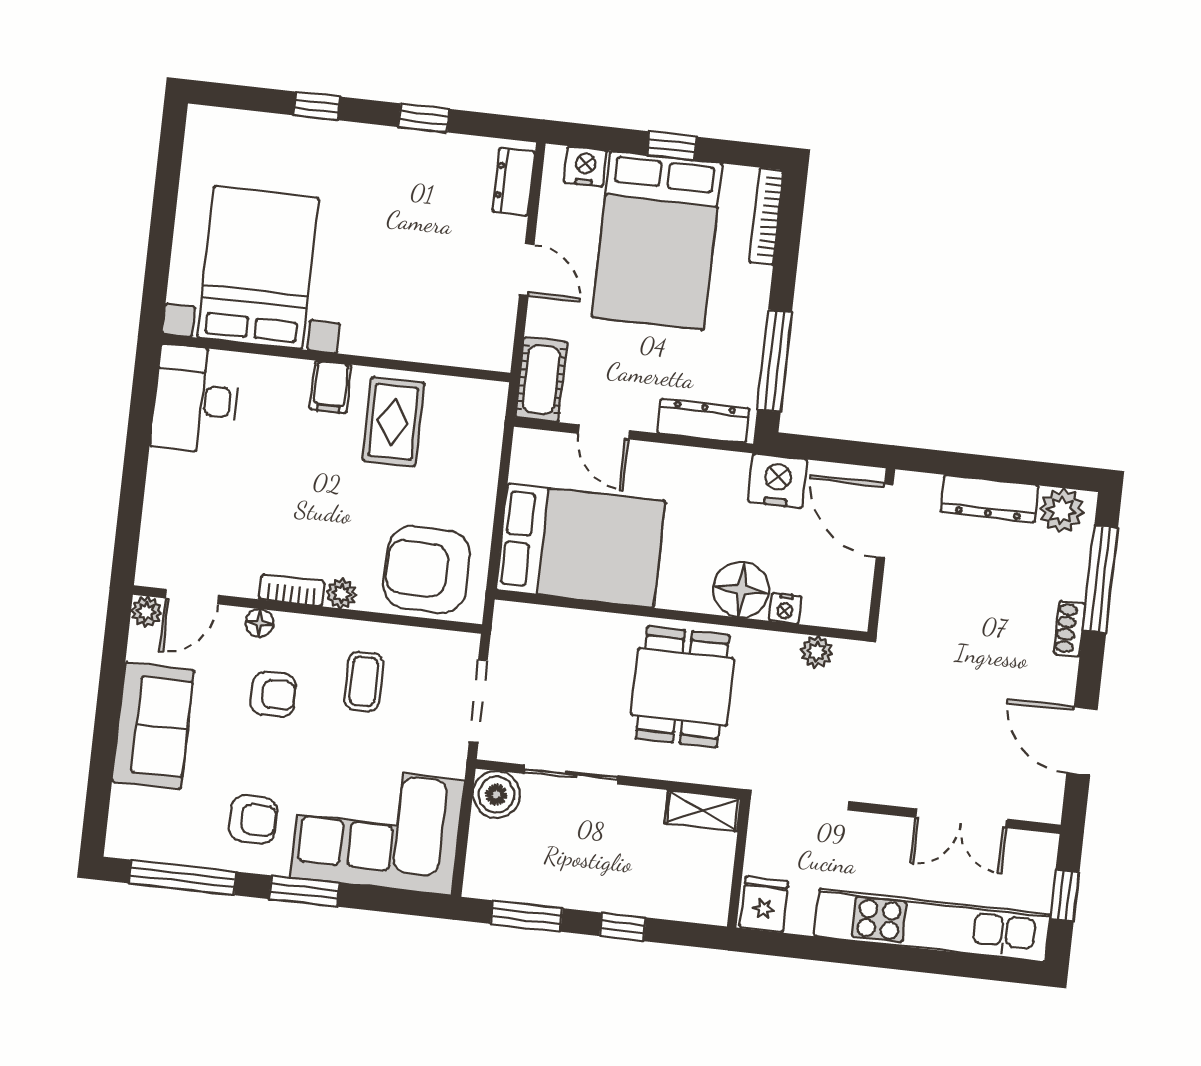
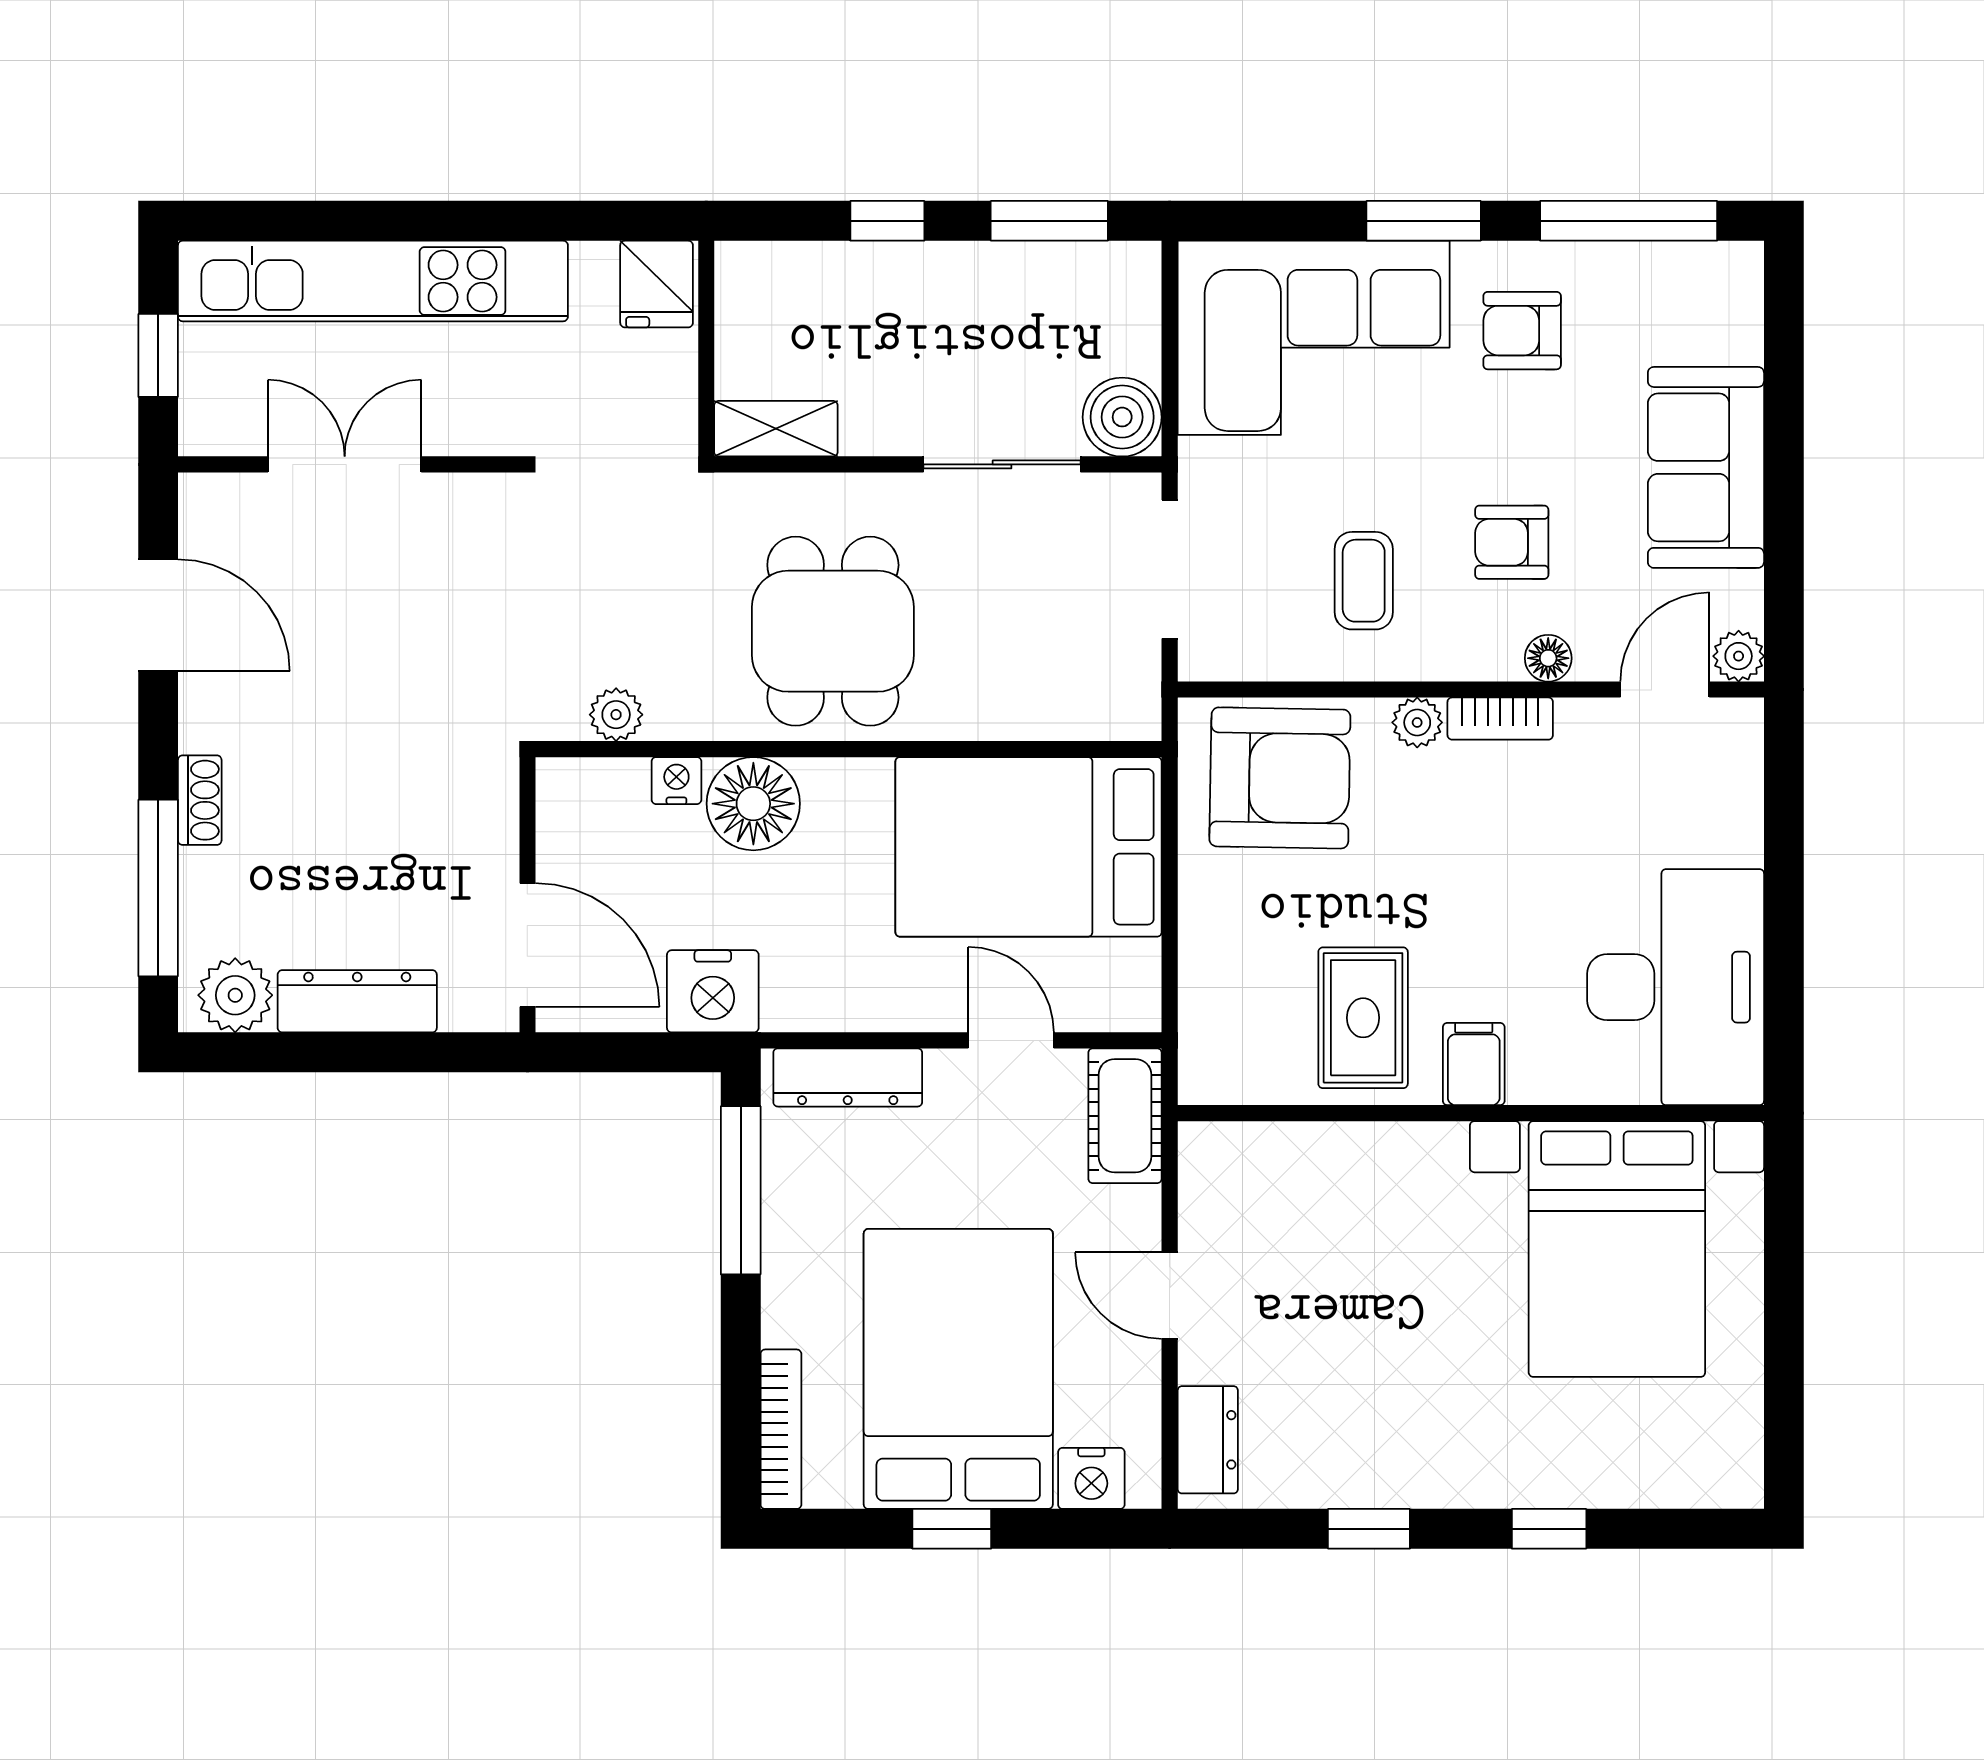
desk: (196, 399) -> (1676, 987), width x1.36, depth x1.30

